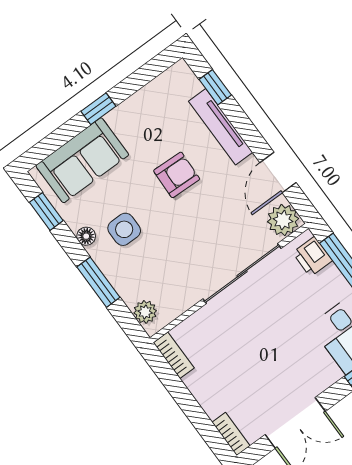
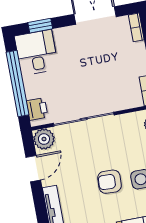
armchair: (177, 175) -> (109, 182), moved

